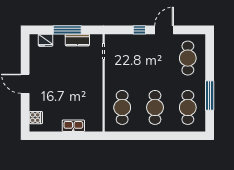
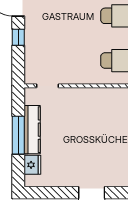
kitchen counter: (77, 40) -> (32, 130), width x1.50

